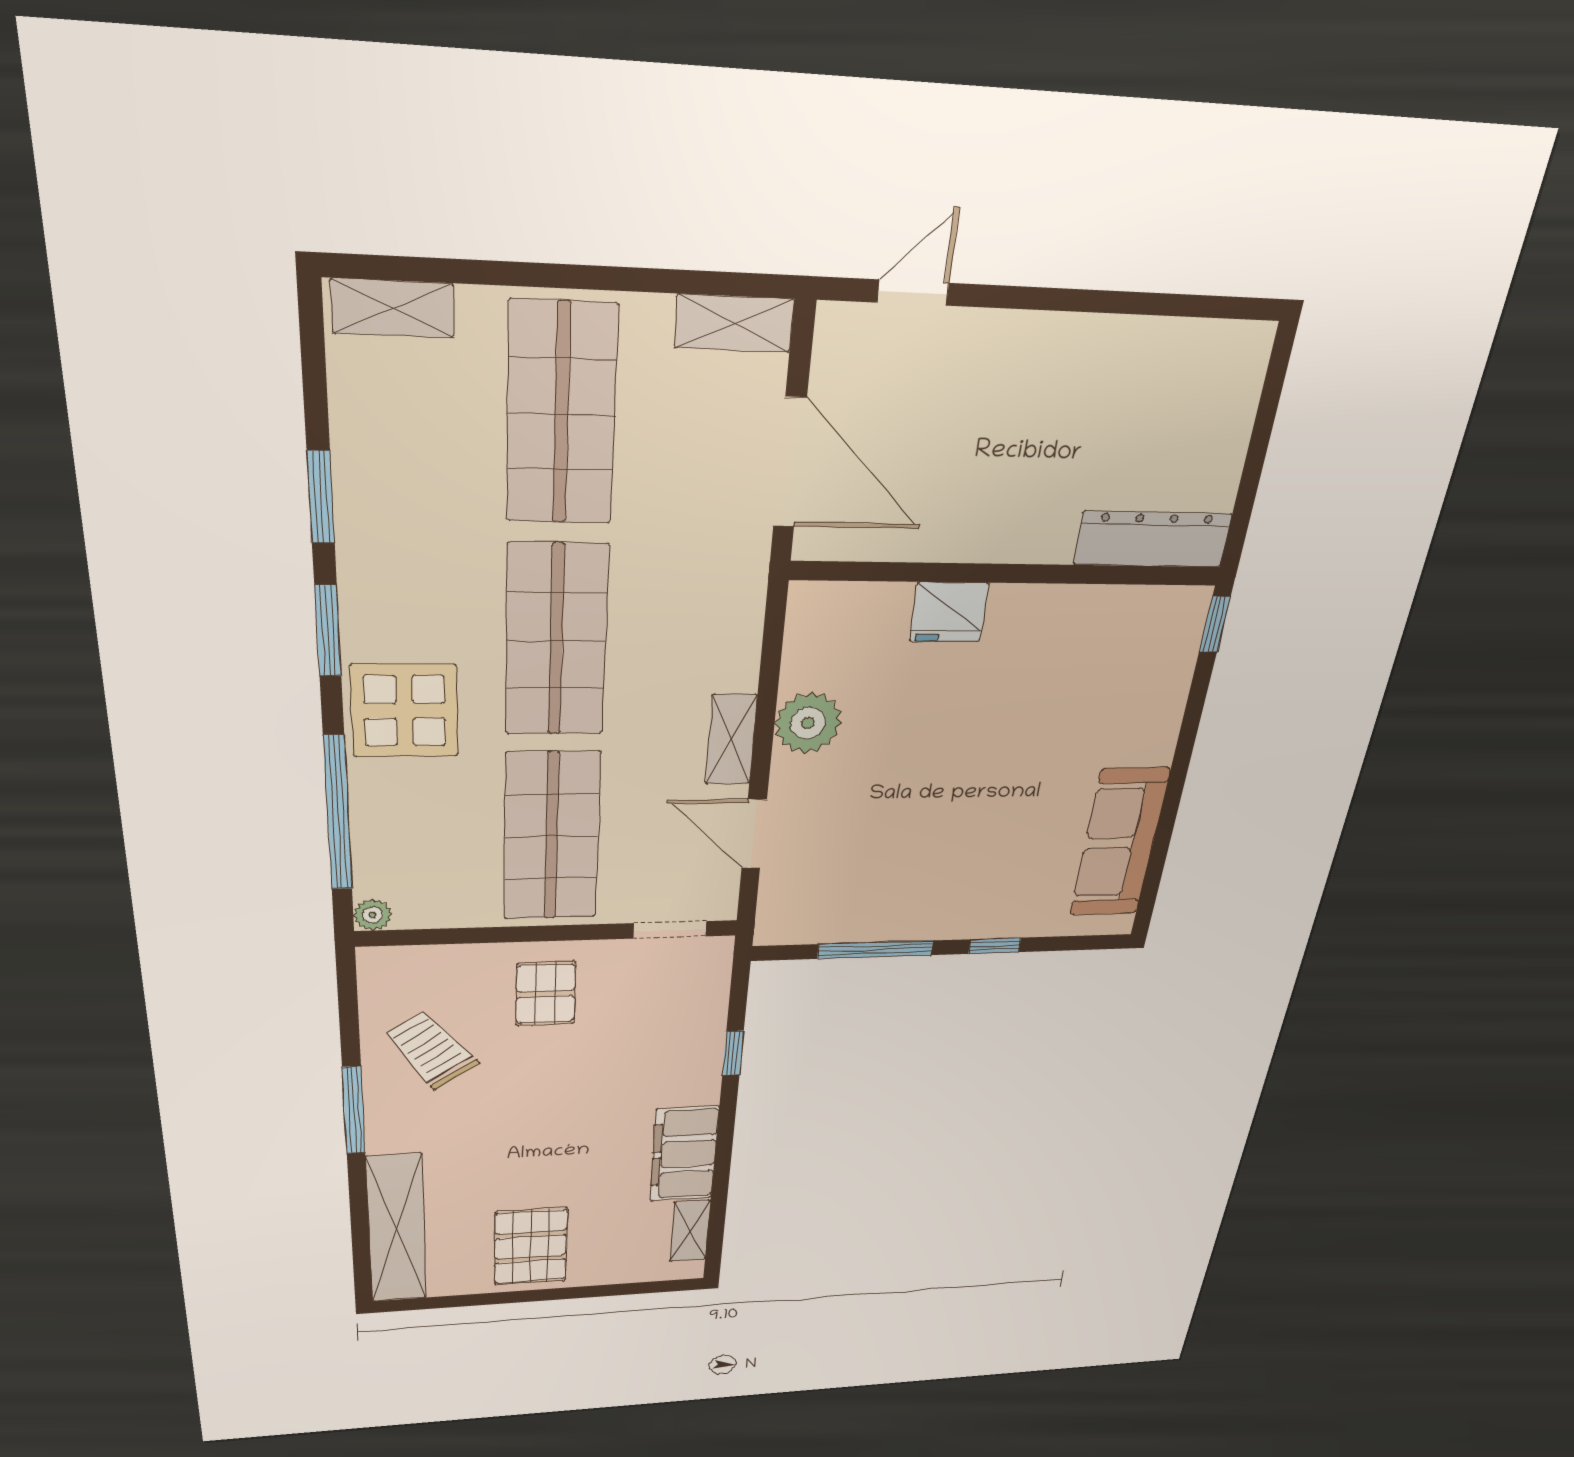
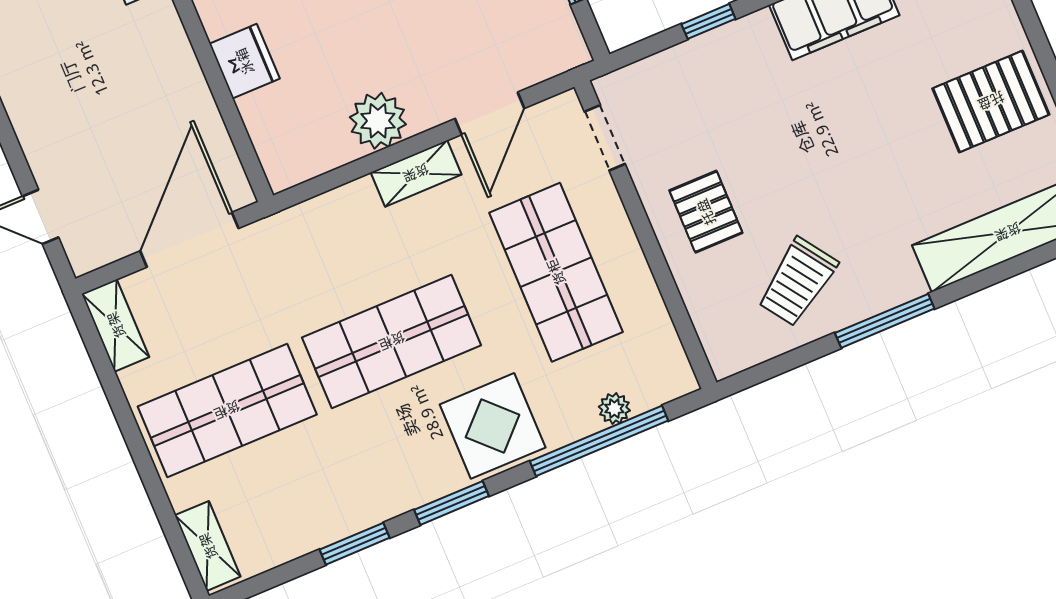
shop shelf: (552, 837) -> (556, 272), turned 90
plant: (373, 915) -> (614, 409), moved
pallet: (546, 994) -> (706, 212), turned 90

